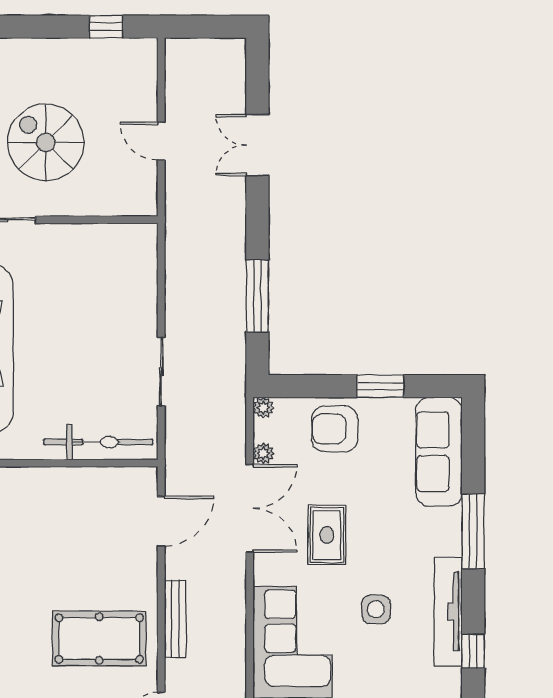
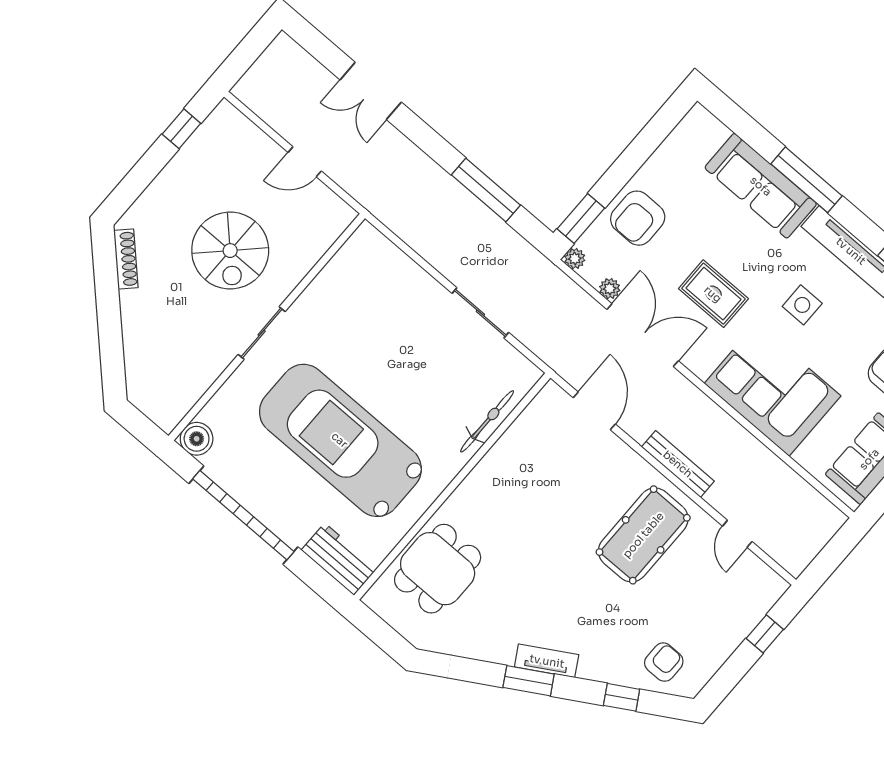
spiral stairs: (46, 142) -> (230, 251), turned -90
window: (380, 386) -> (581, 218), moved
bicycle: (98, 442) -> (487, 421), width x0.73, depth x0.71
sofa: (439, 452) -> (761, 186), moved

